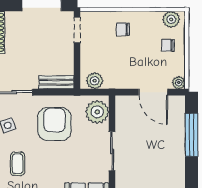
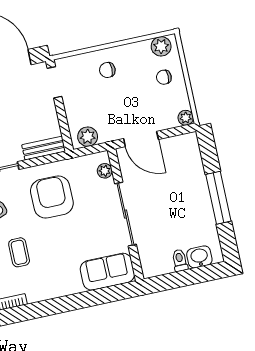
door: (153, 92) -> (141, 139), moved
plant: (97, 112) -> (105, 171), width x0.53, depth x0.53
window: (191, 135) -> (218, 198), moved
sliding door: (112, 151) -> (125, 214), width x1.37

